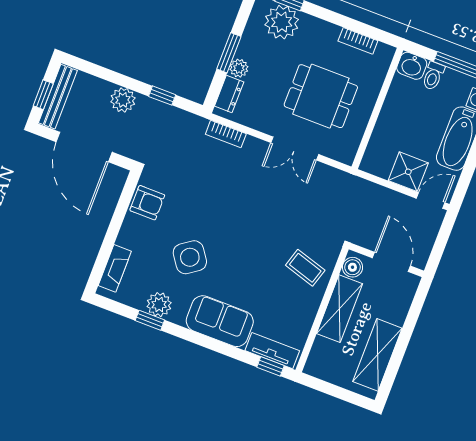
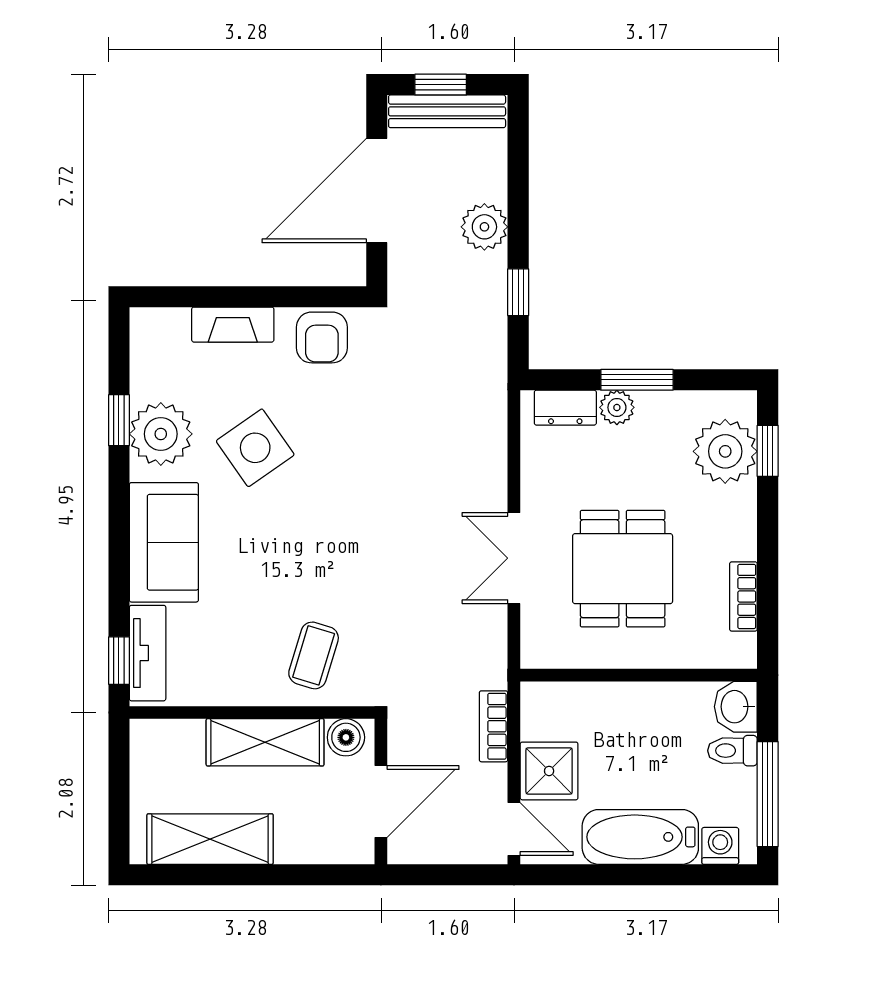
bookcase: (226, 134) -> (494, 726), moved
fireplace: (115, 268) -> (233, 325), moved
plant: (159, 305) -> (161, 434), width x1.36, depth x1.36

